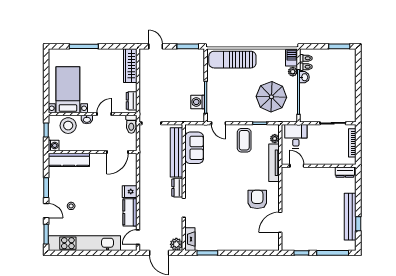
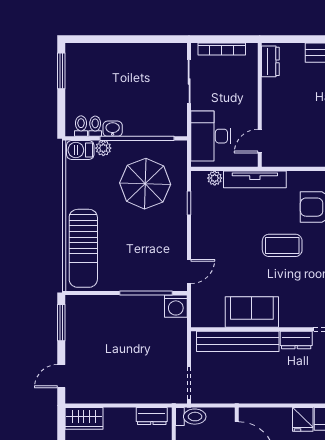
wardrobe: (130, 66) -> (84, 418), width x0.67
washing machine: (198, 102) -> (176, 306), moved
desk: (296, 136) -> (211, 136), width x1.37
coffee table: (244, 140) -> (282, 245), moved
sofa: (194, 148) -> (252, 312), moved

